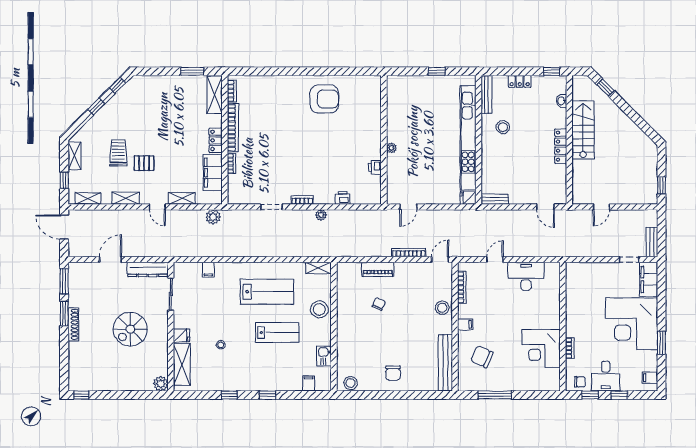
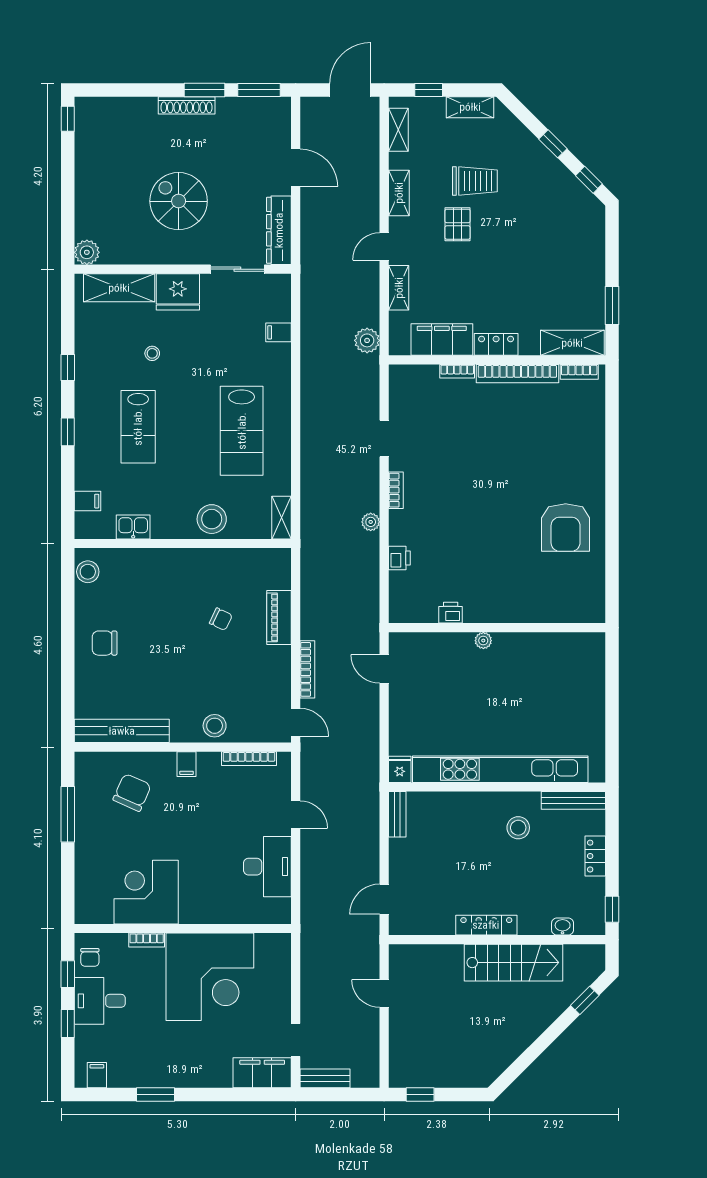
window: (437, 71) -> (612, 717), removed
corner desk: (631, 324) -> (210, 977), moved, turned 180
lab bench: (277, 332) -> (138, 427), moved
fridge: (181, 336) -> (178, 292), width x1.88, depth x1.34

